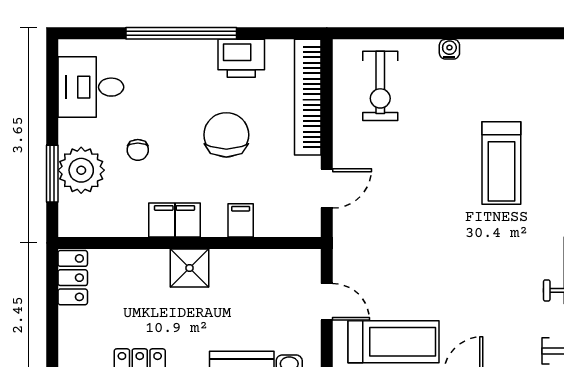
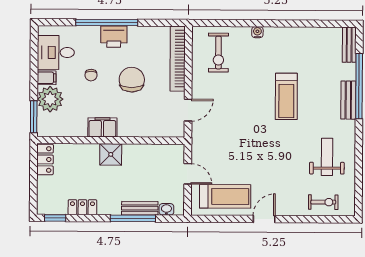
printer: (241, 58) -> (114, 37), moved
chair: (138, 150) -> (91, 75), moved
window: (52, 174) -> (34, 117), moved
filing cabinet: (241, 220) -> (47, 78), moved, turned 90

